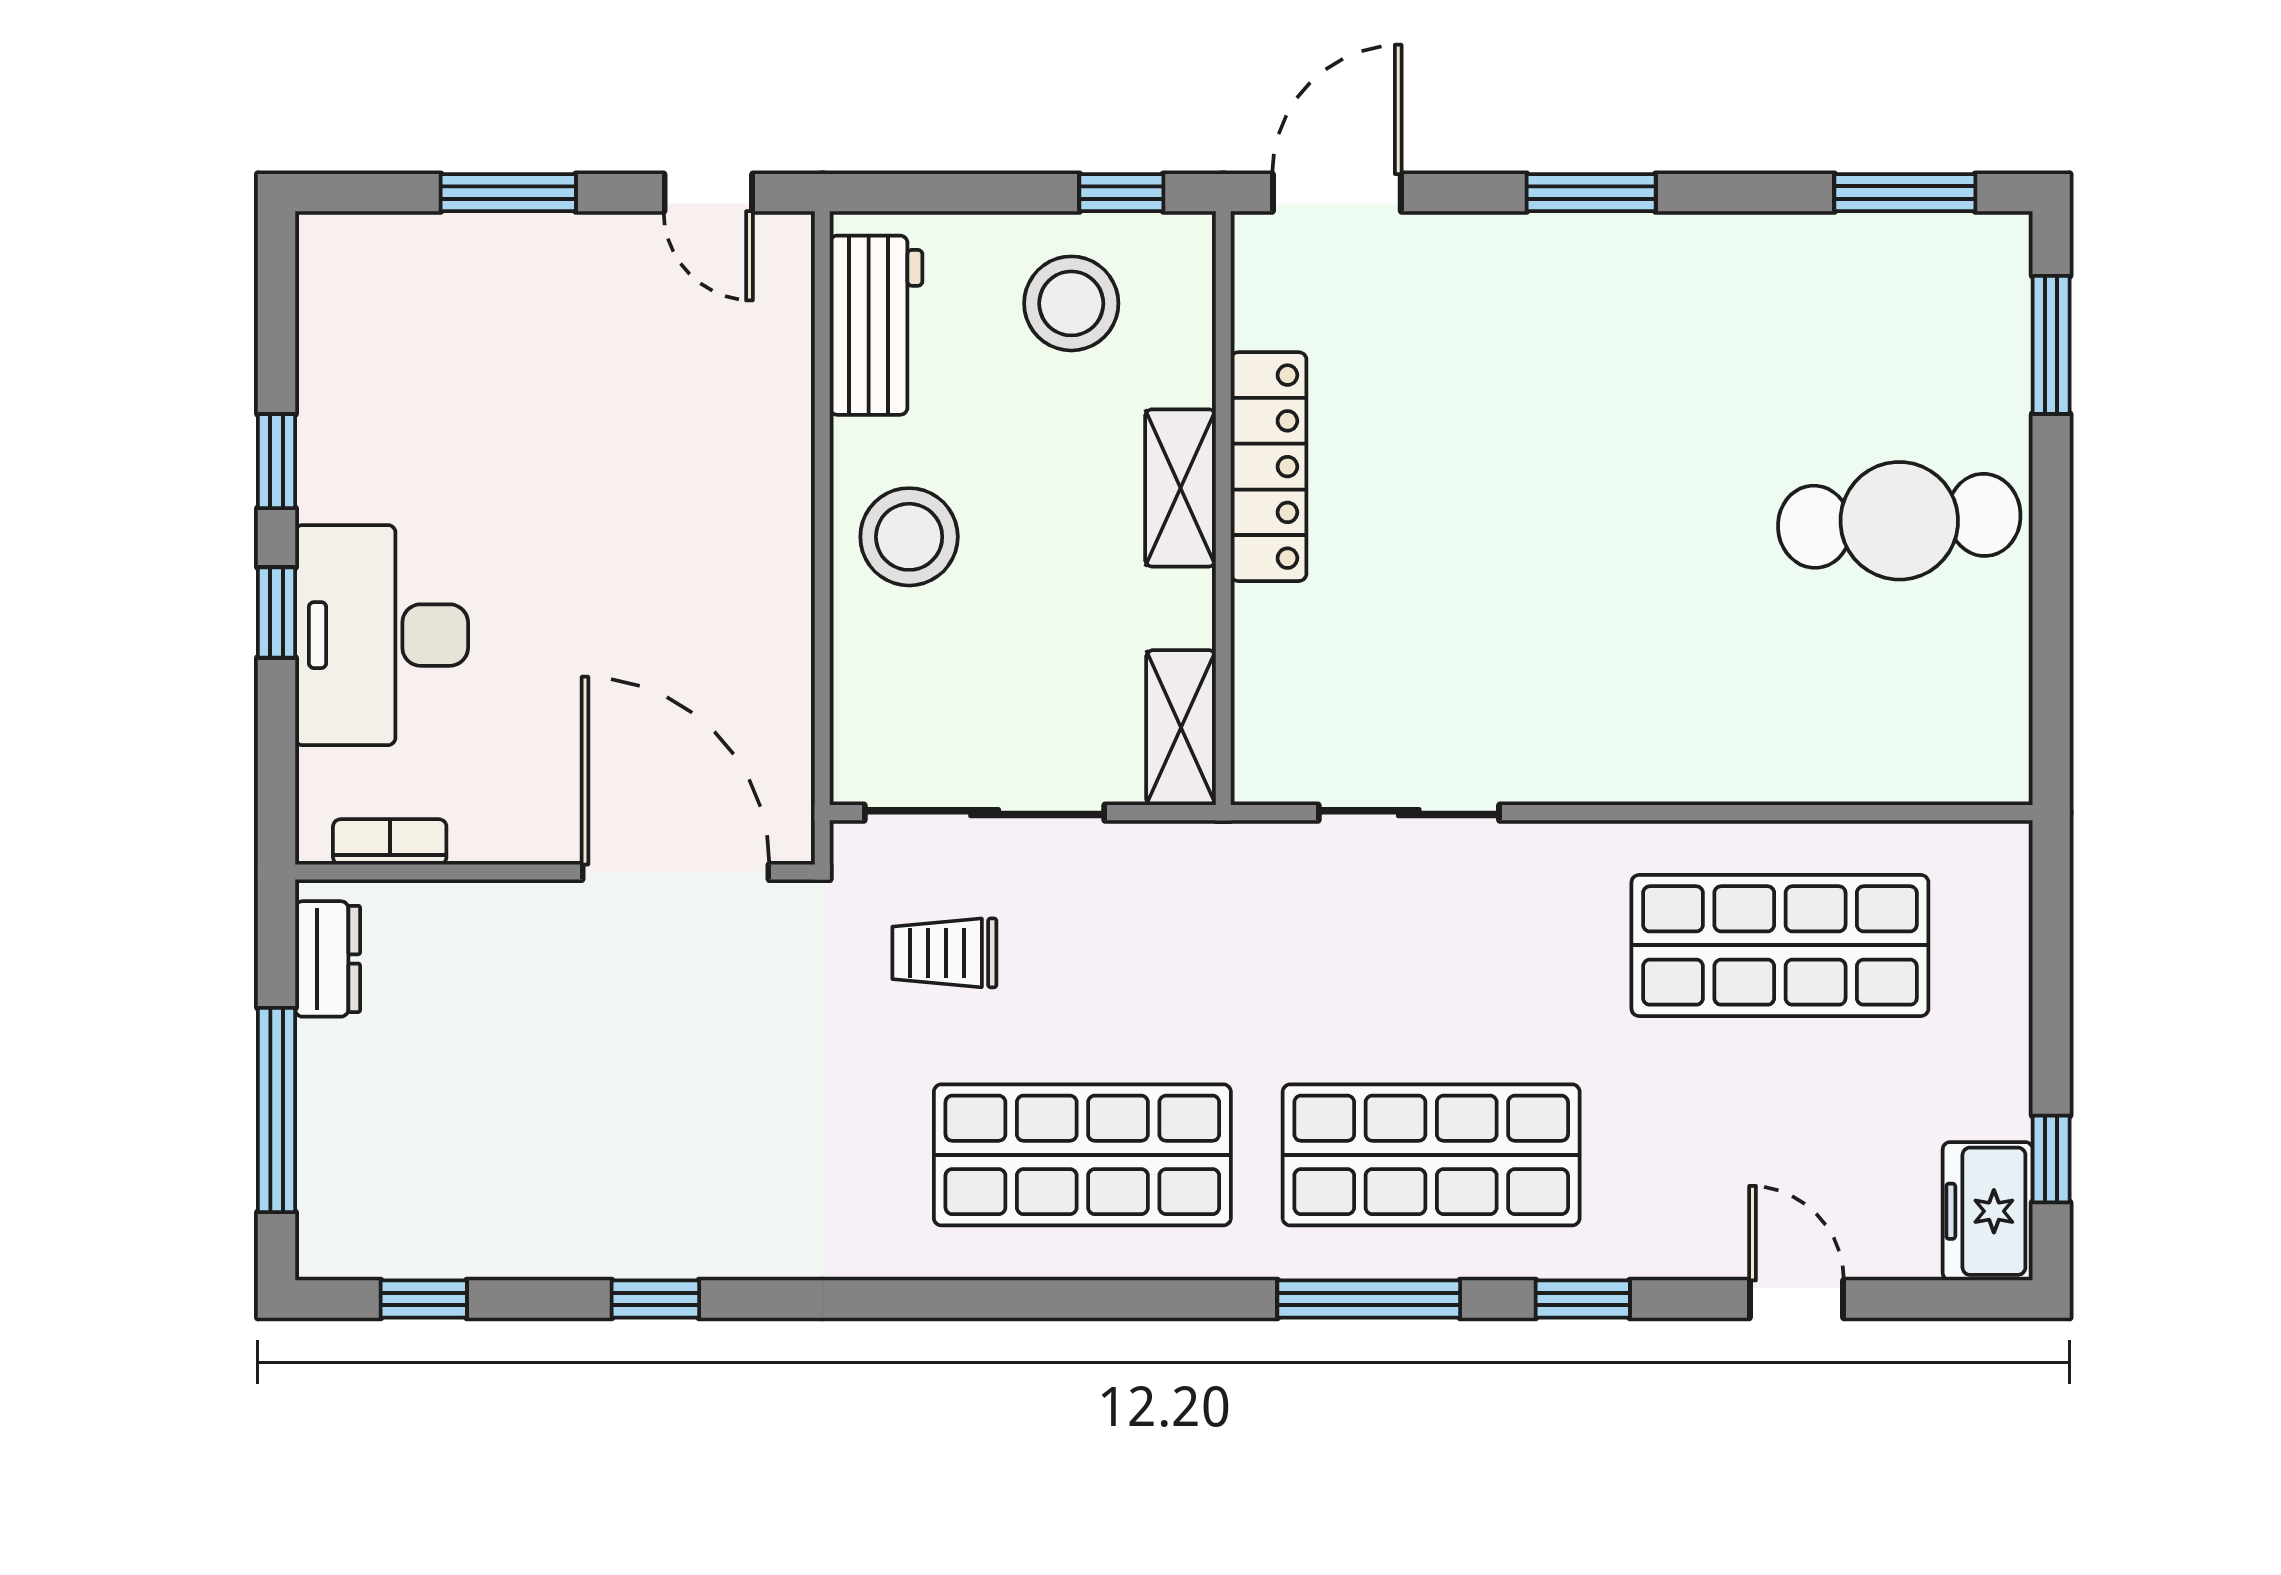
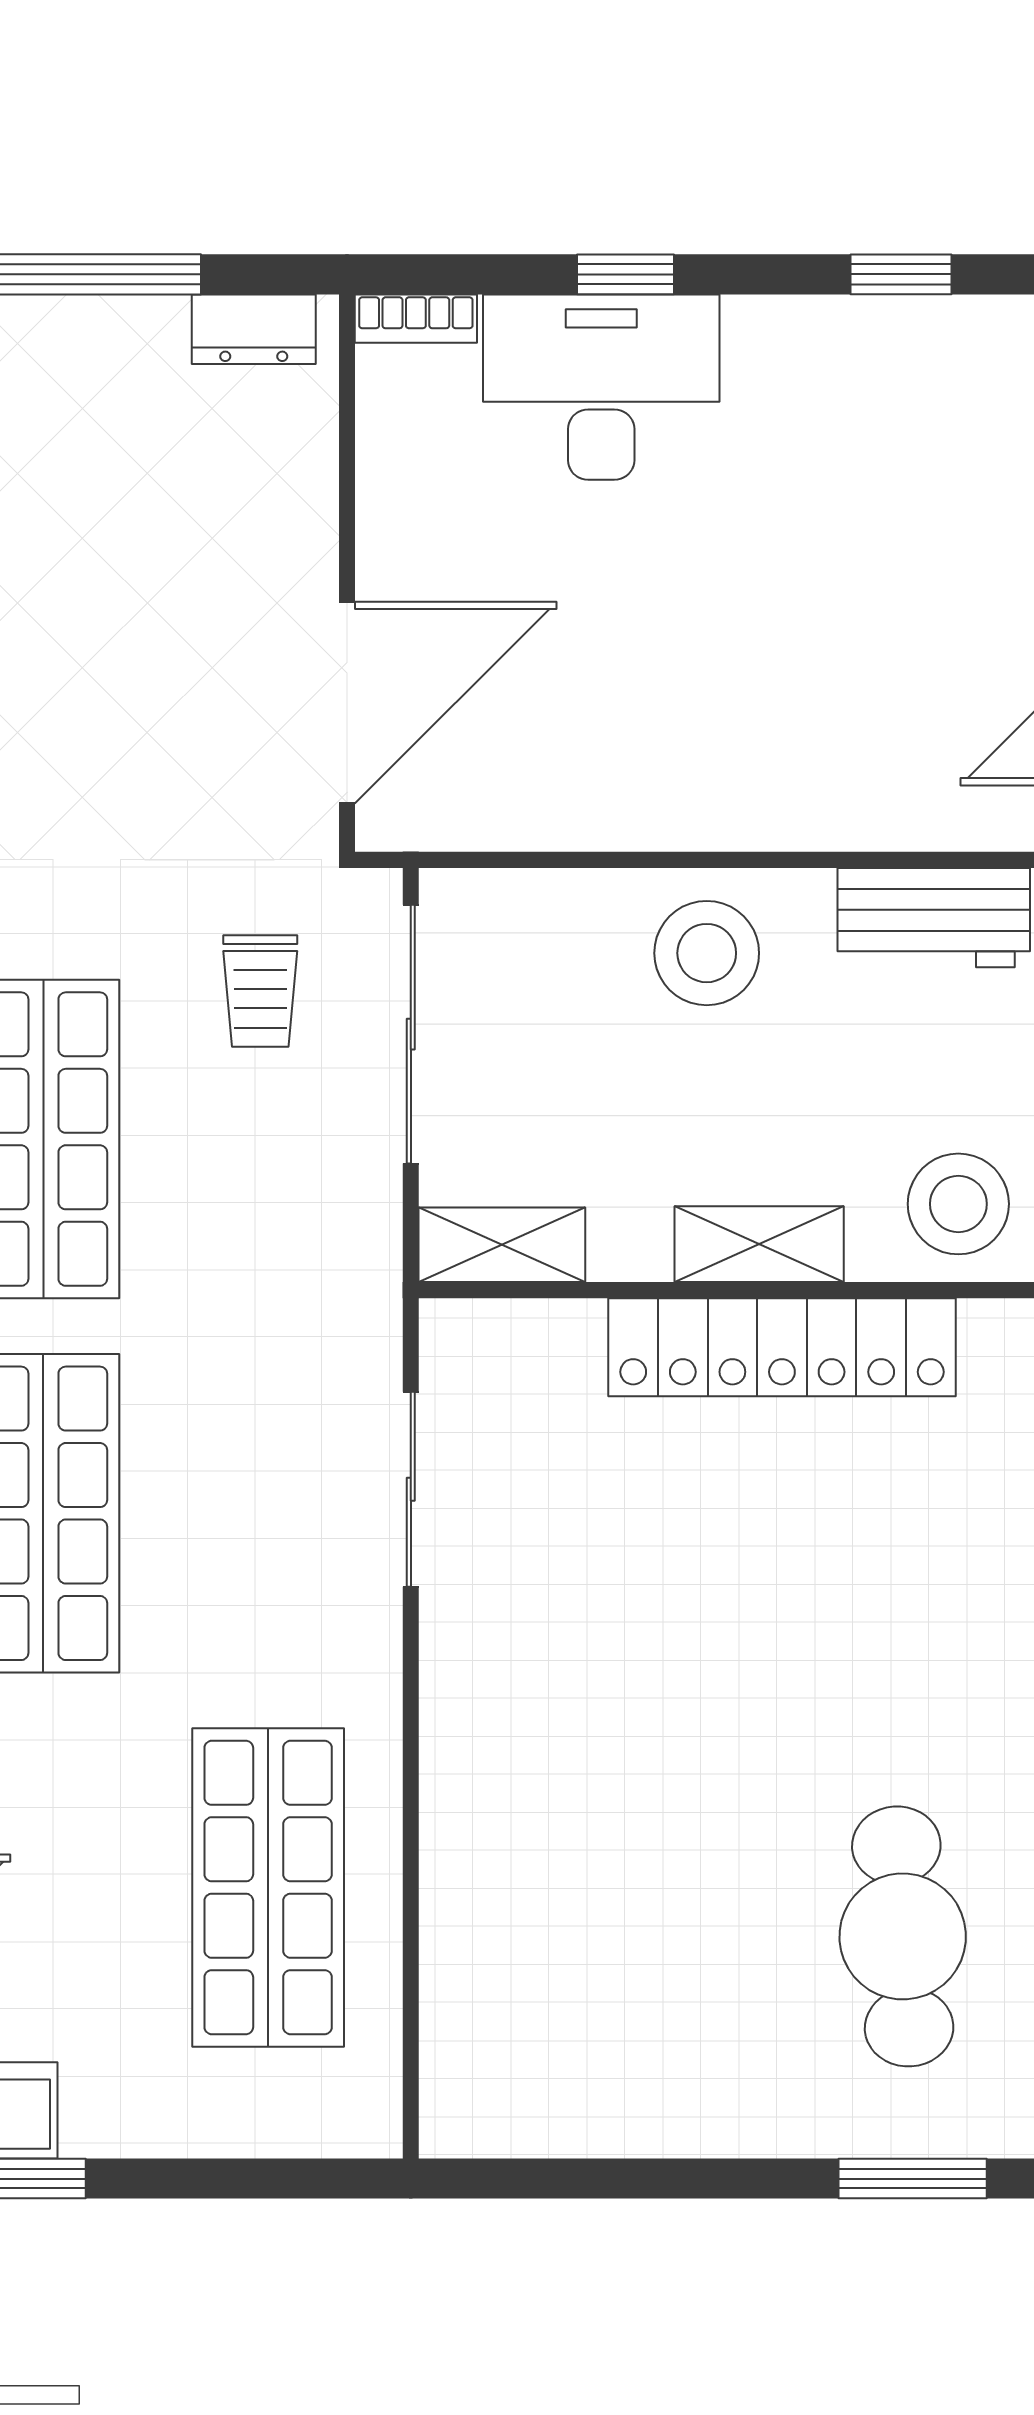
stool: (1071, 303) -> (958, 1204), moved
window: (277, 461) -> (901, 274), moved
locker: (1269, 467) -> (782, 1347), width x1.41, depth x1.21
cafe table: (1899, 521) -> (903, 1936), moved
bookcase: (390, 842) -> (416, 319), moved, turned 90
trolley: (944, 953) -> (260, 991), turned 180

